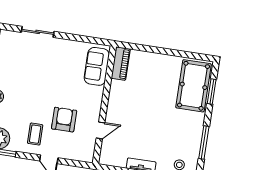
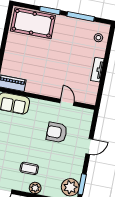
window: (212, 92) -> (50, 10), moved
coffee table: (35, 134) -> (29, 168), moved

